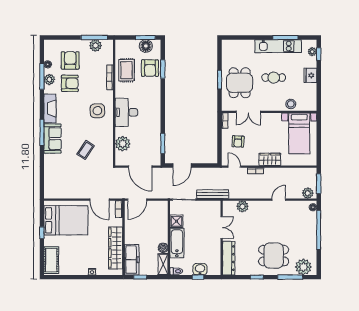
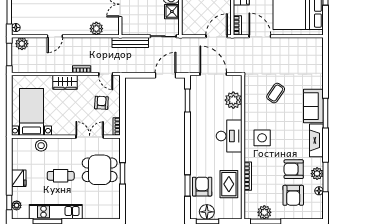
dining table: (240, 83) -> (100, 170), turned 90

